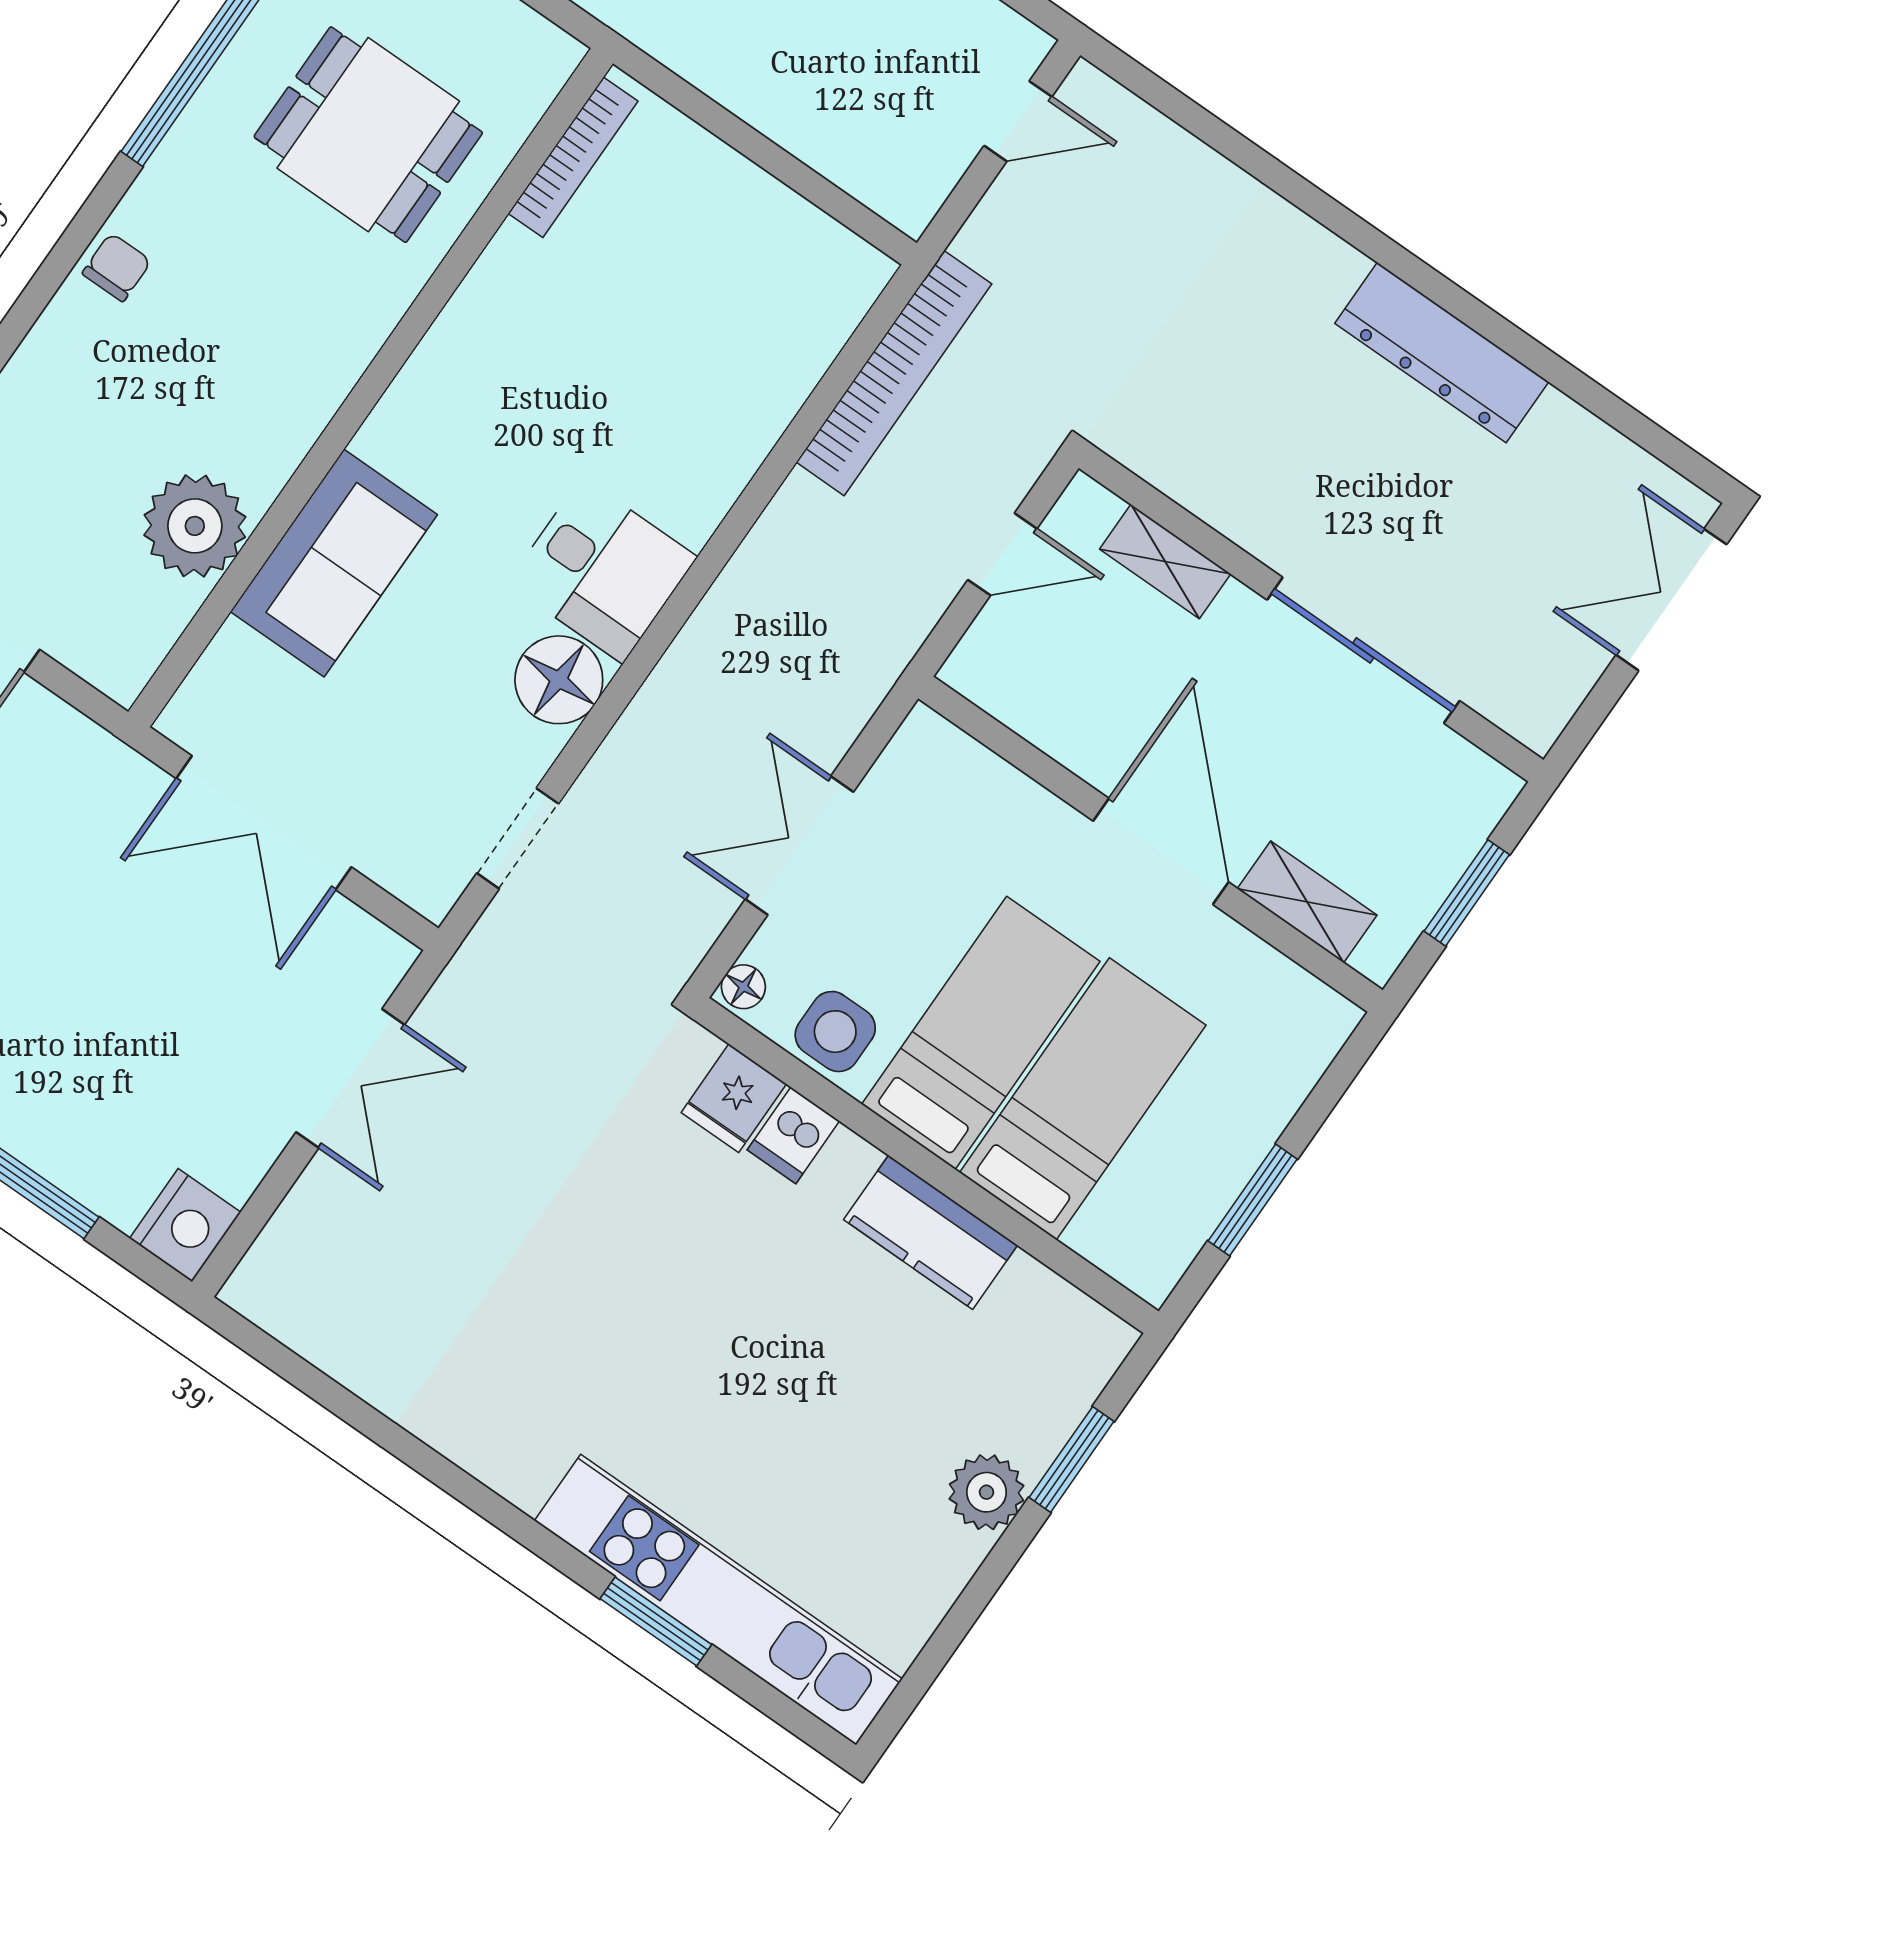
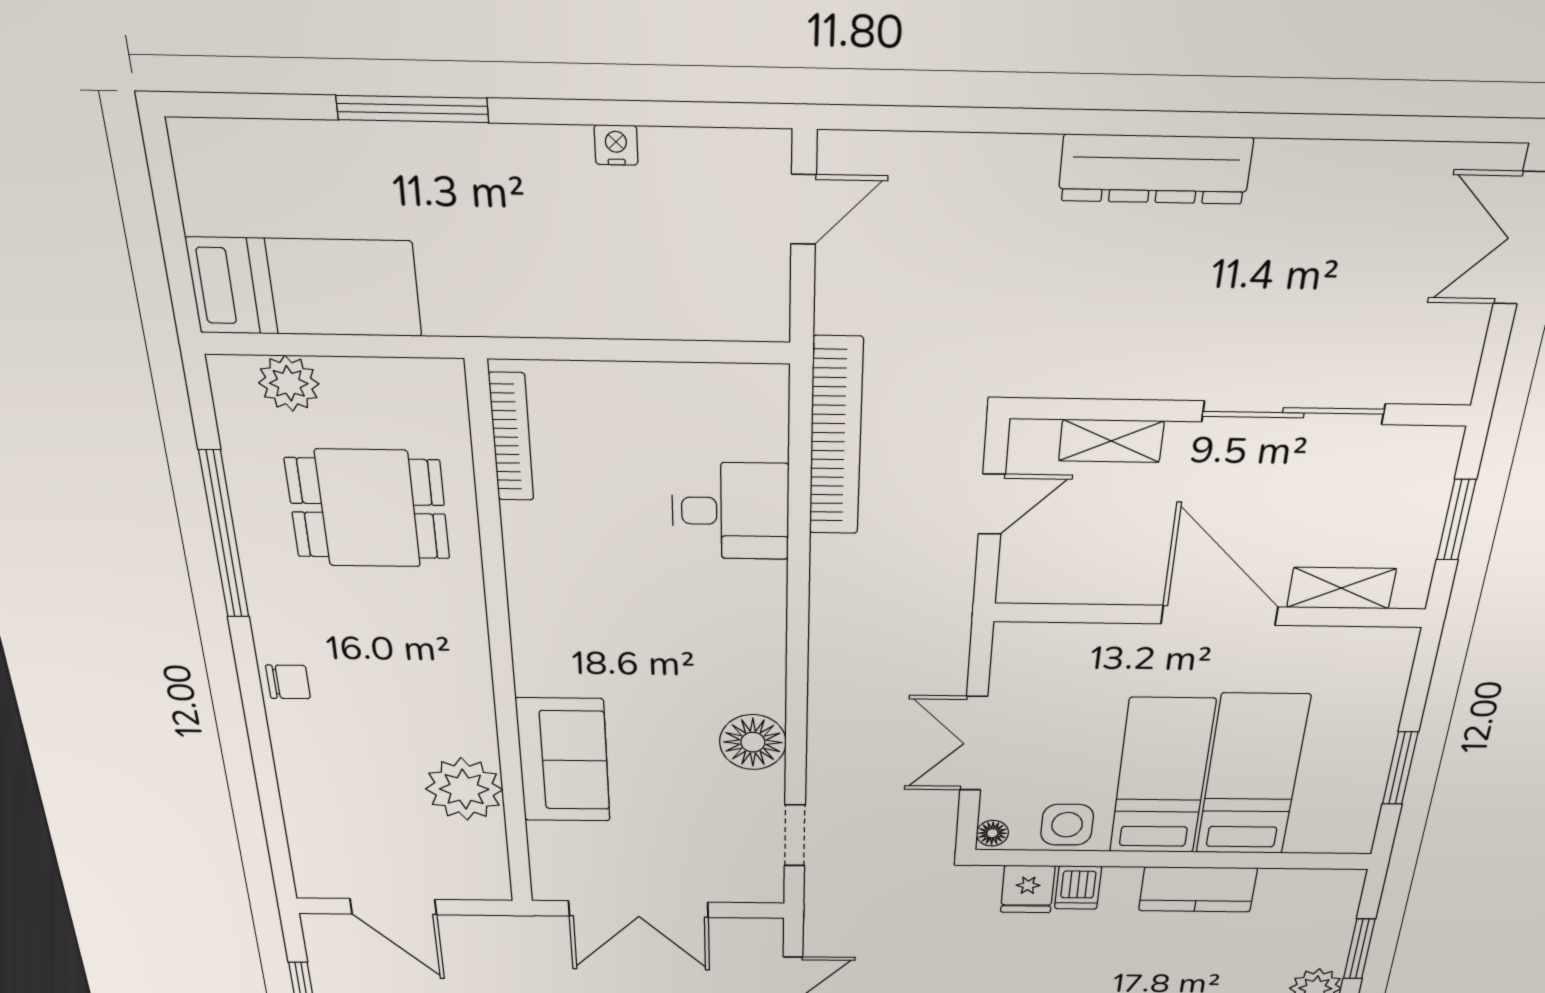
chair: (117, 267) -> (288, 682), turned 90
dresser: (1442, 353) -> (1155, 169), moved
desk: (602, 570) -> (731, 511), moved

